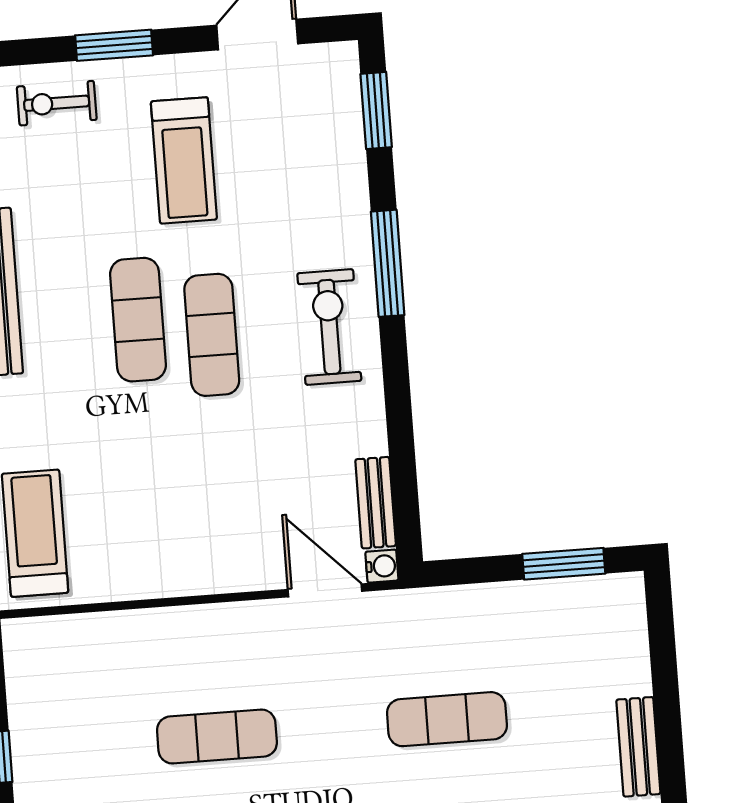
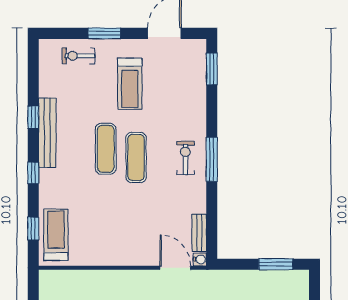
window: (388, 263) -> (212, 159), moved
exercise bike: (329, 327) -> (185, 158), width x0.73, depth x0.72

